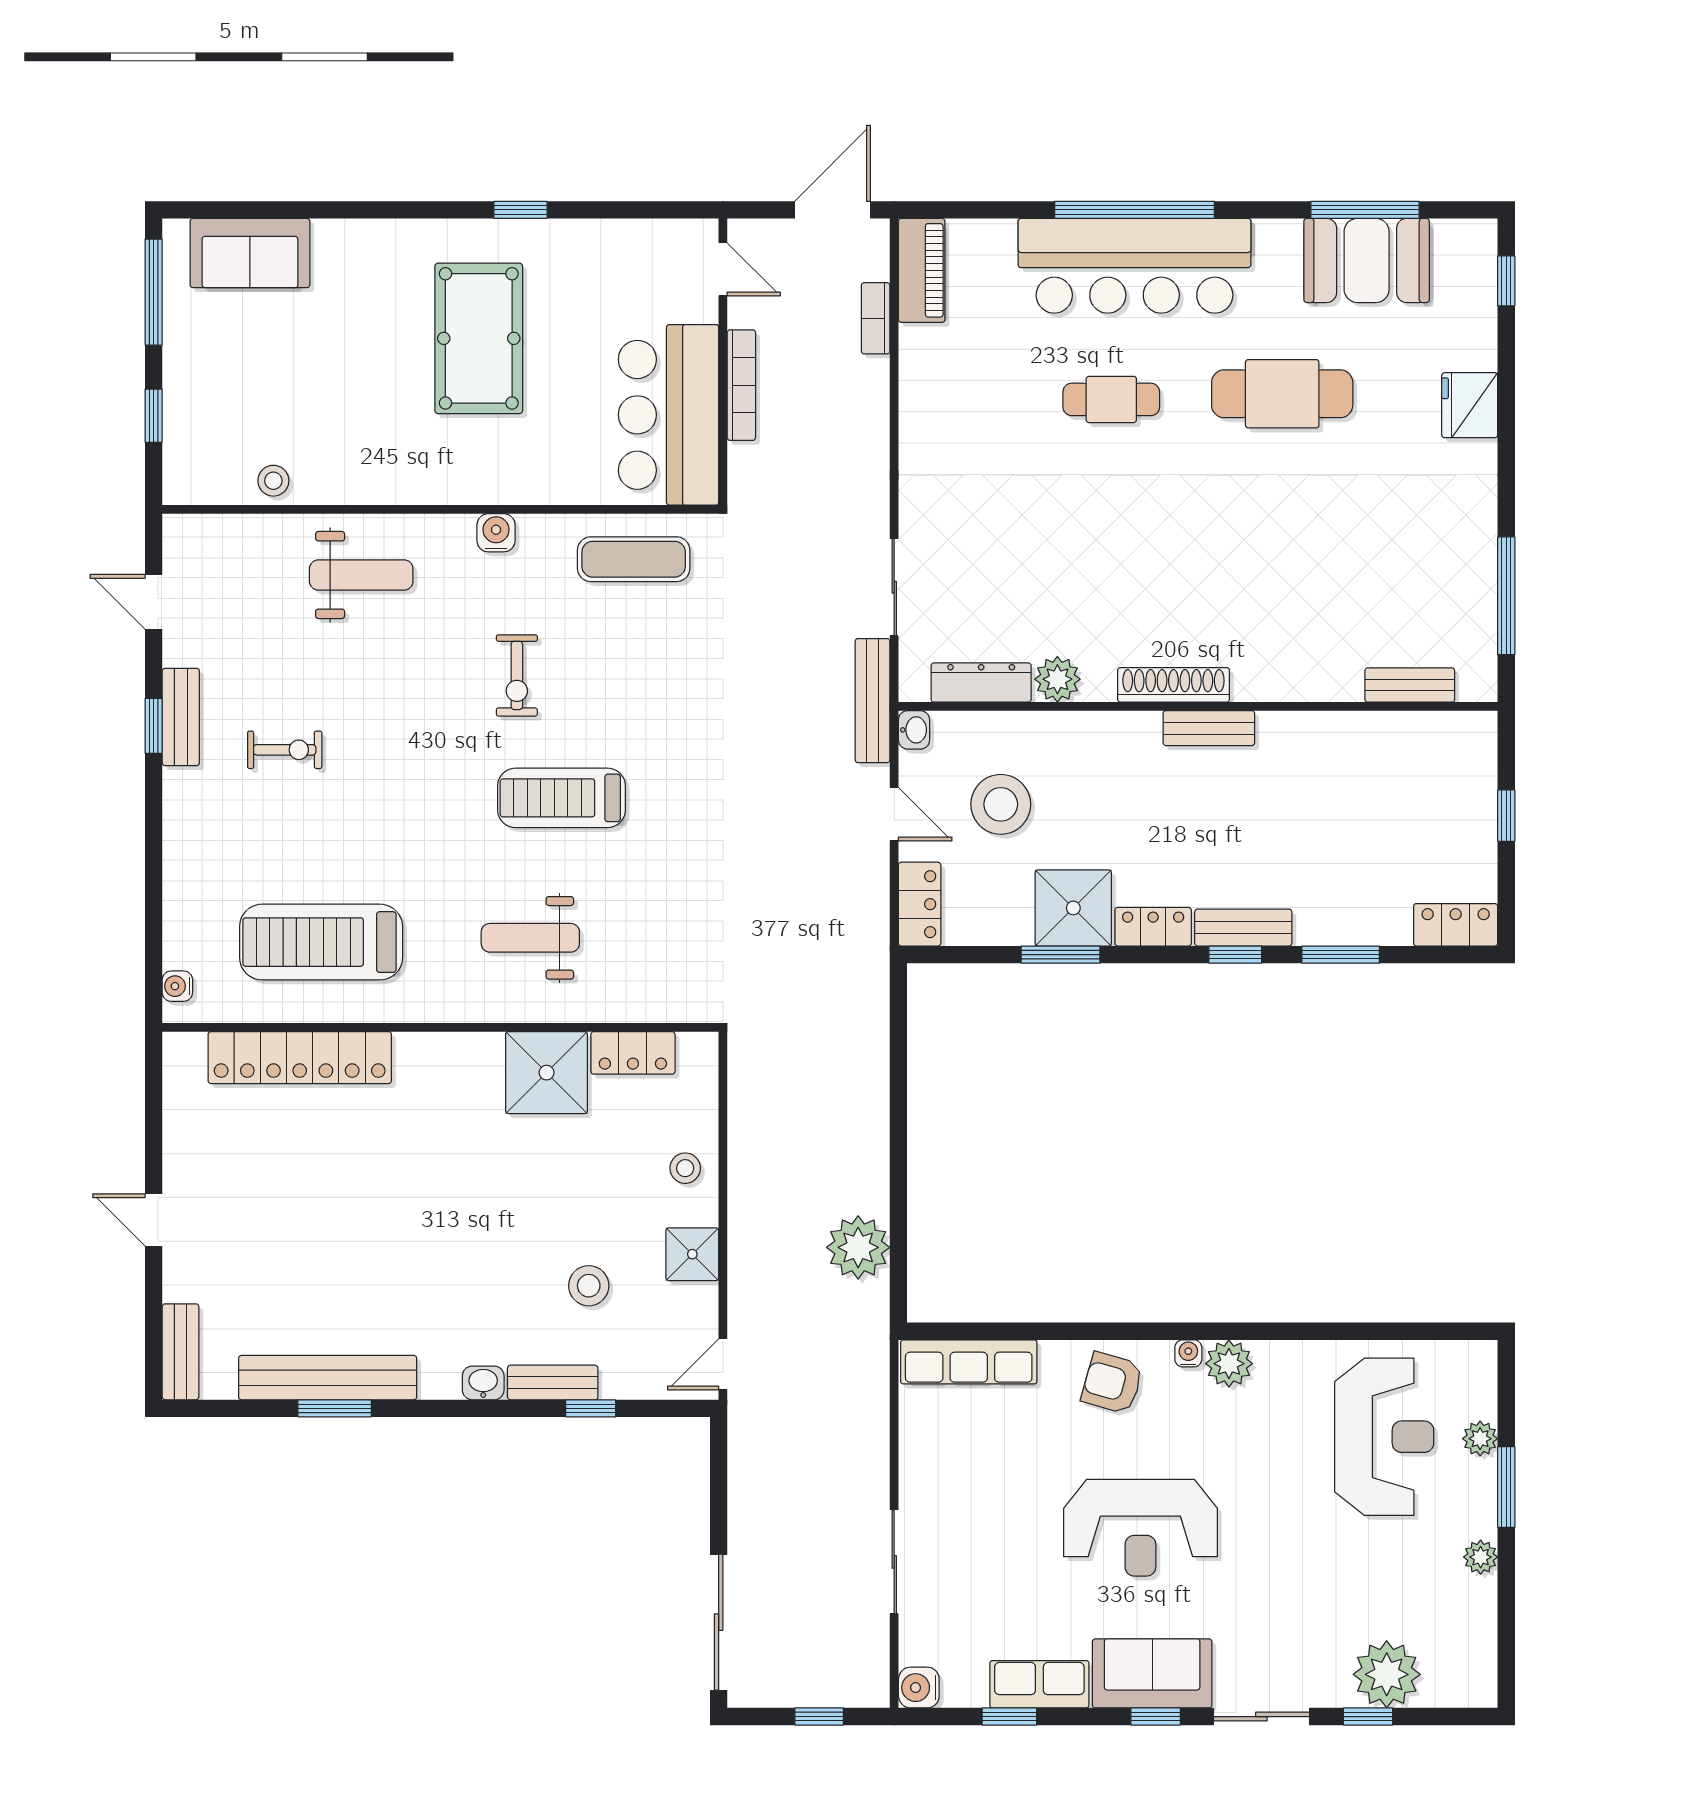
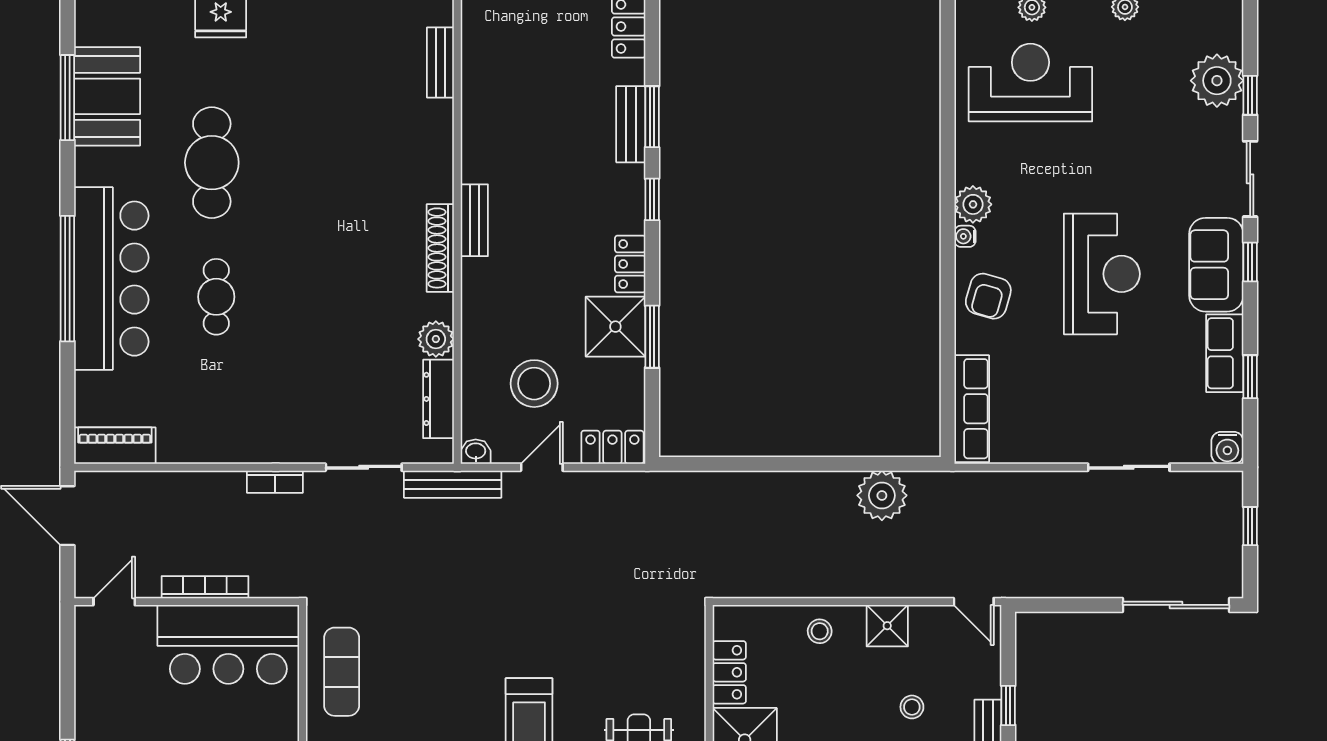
bookcase: (876, 318) -> (275, 482), moved
bench: (1243, 928) -> (631, 124), moved
stool: (589, 1286) -> (912, 707), width x0.73, depth x0.73

